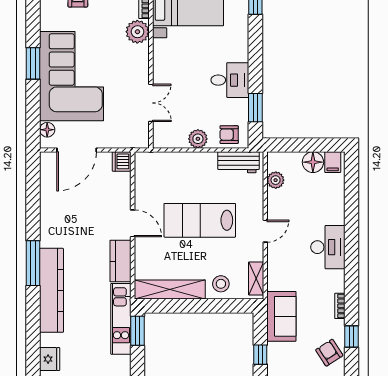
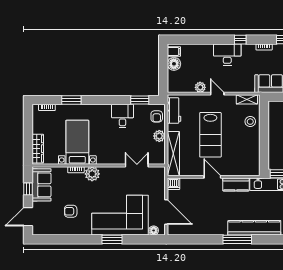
plant: (276, 180) -> (200, 87), moved
door: (133, 223) -> (212, 177), hinge flipped
window: (352, 268) -> (240, 40), added
shelving: (170, 290) -> (173, 154), moved

